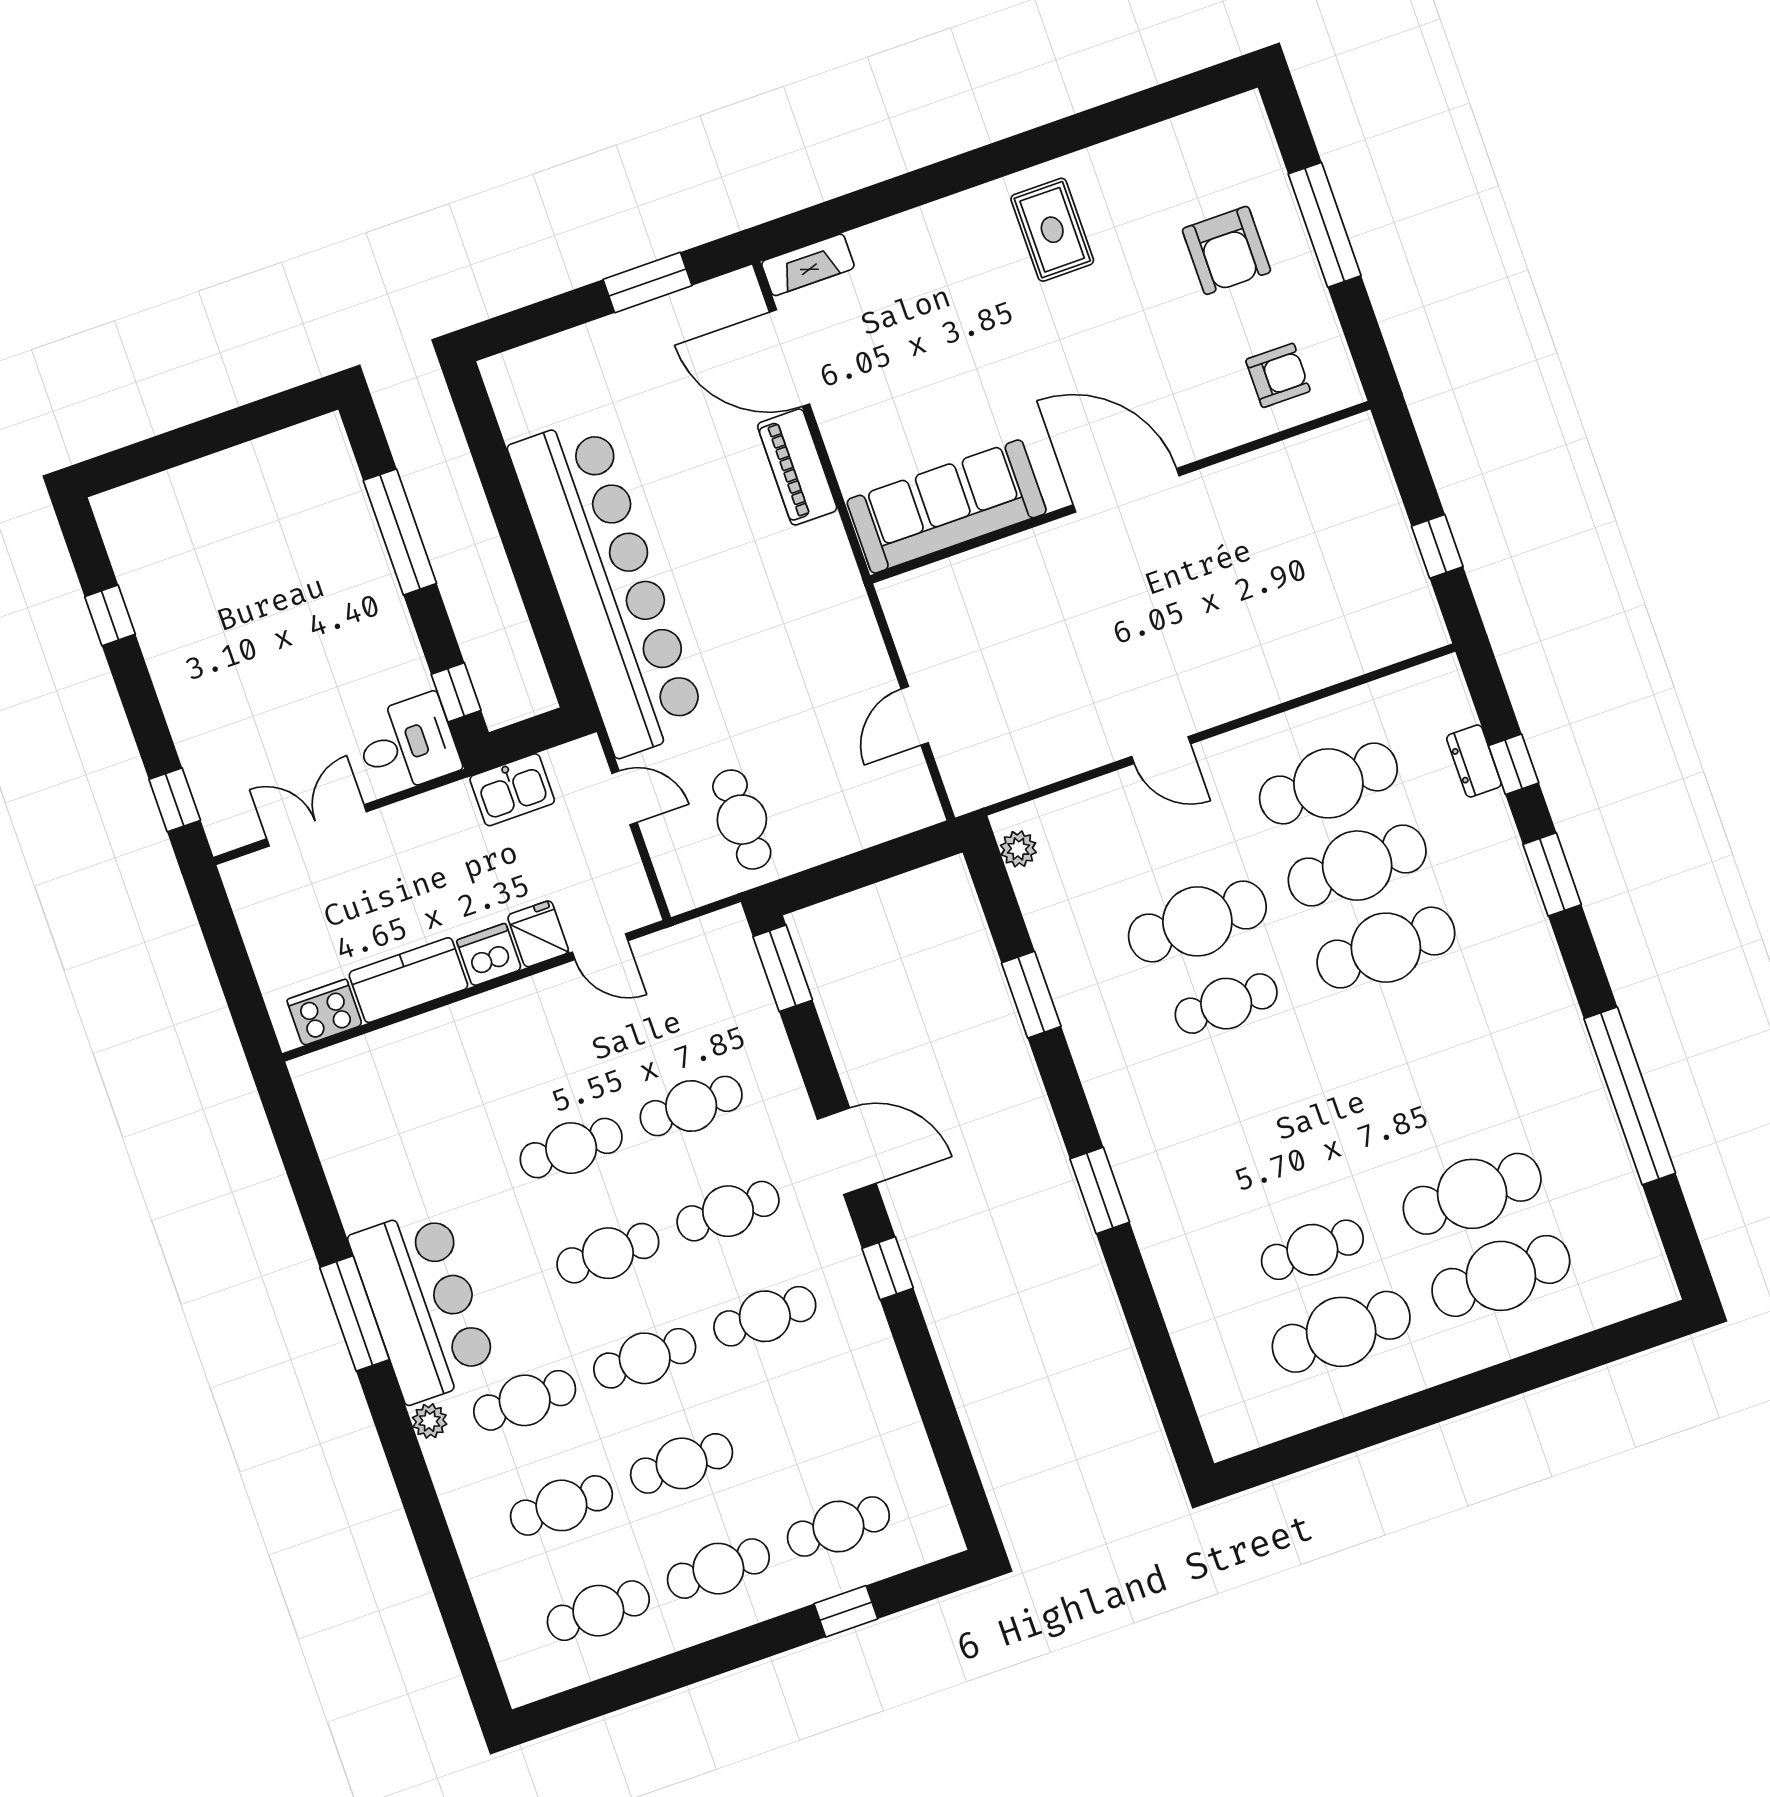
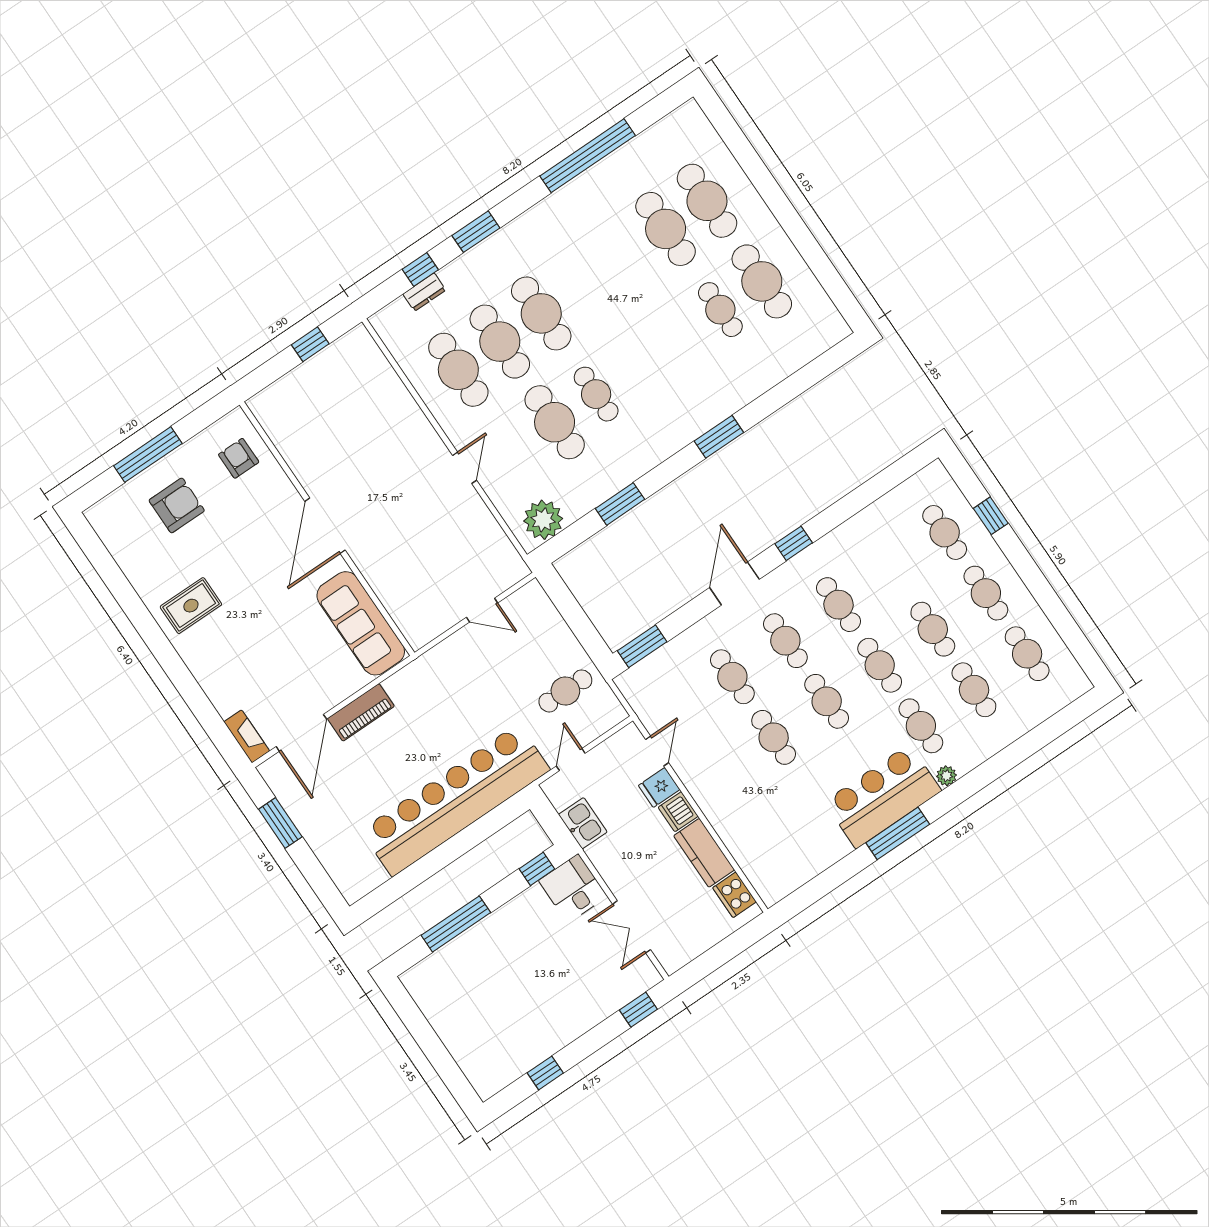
plant: (1018, 849) -> (543, 520), width x1.88, depth x1.88

